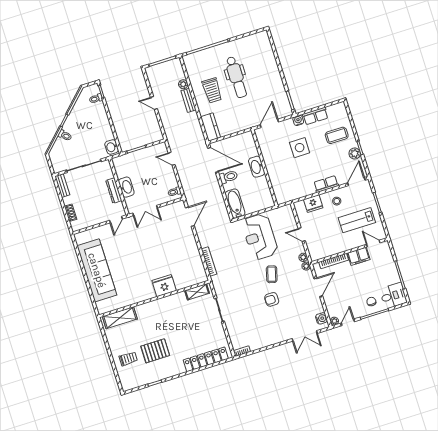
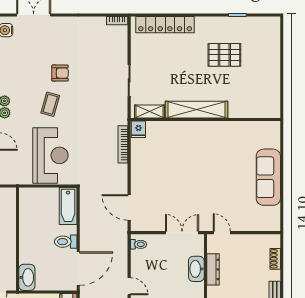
door: (213, 160) -> (78, 269), swing flipped
washbasin: (257, 167) -> (27, 277), moved
door: (190, 217) -> (129, 207), hinge flipped
door: (116, 220) -> (222, 233), hinge flipped
sofa: (97, 270) -> (268, 177), width x0.74, depth x0.79
fridge: (164, 286) -> (138, 129), moved, width x0.53, depth x0.75
shelving: (120, 318) -> (197, 110), moved, width x1.47
trolley: (128, 359) -> (261, 56), removed

